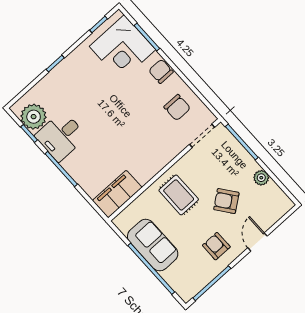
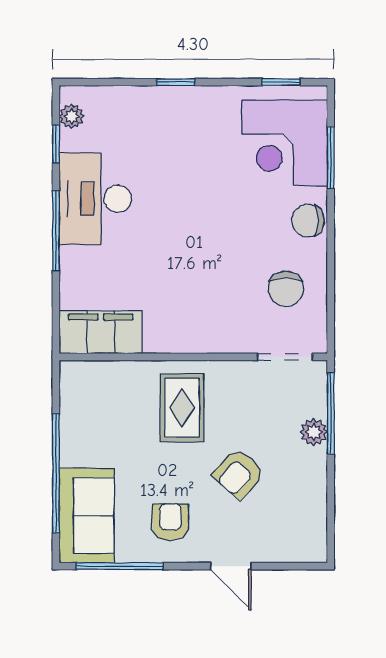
chair: (161, 71) -> (308, 221), turned -90
plant: (34, 117) -> (72, 116), width x0.53, depth x0.53
desk: (61, 136) -> (95, 199), width x1.37
plant: (261, 178) -> (314, 432), moved
armchair: (226, 201) -> (239, 474), turned -101
door: (258, 242) -> (231, 566), swing flipped
sofa: (153, 245) -> (87, 516), moved

